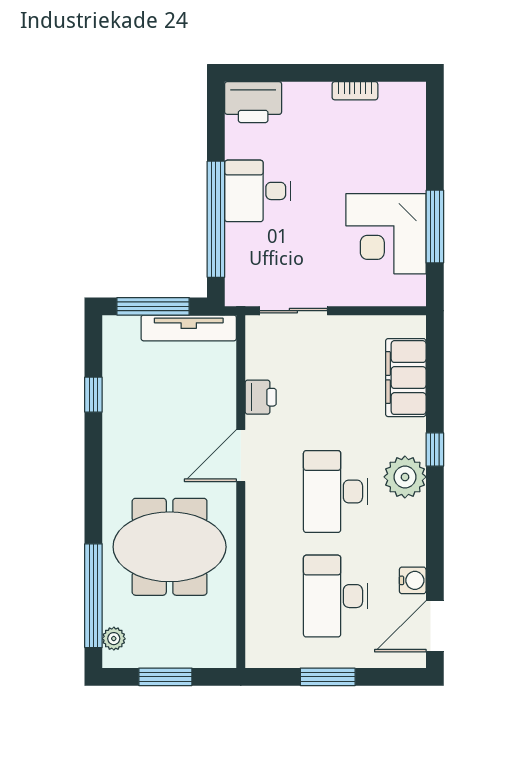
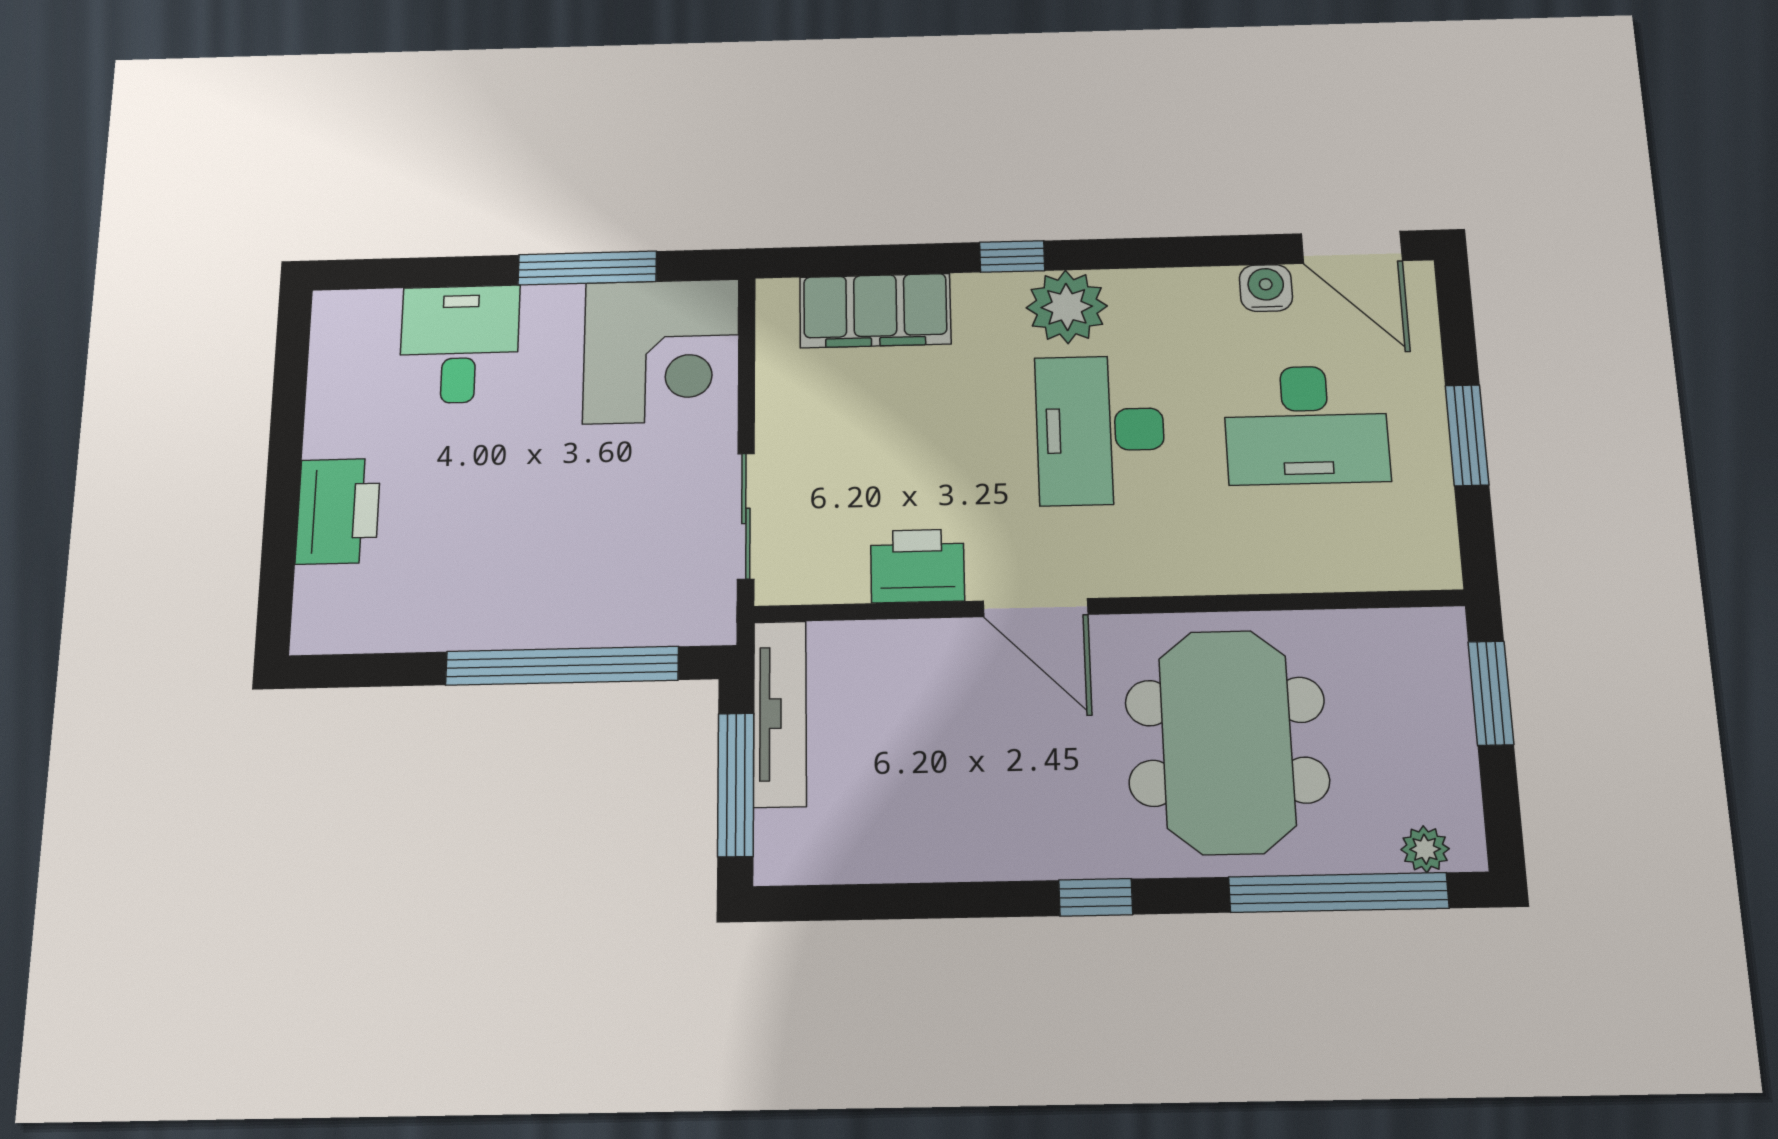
bookcase: (355, 91) -> (322, 415), removed
printer: (253, 102) -> (338, 511), moved
desk: (258, 191) -> (459, 344), moved, turned 180
corner desk: (386, 234) -> (661, 351), moved
window: (93, 395) -> (1096, 897), moved
printer: (261, 397) -> (917, 566), width x1.36, depth x1.24
desk: (336, 492) -> (1100, 430), turned 90
window: (165, 677) -> (1491, 693), moved

